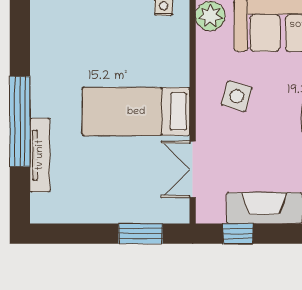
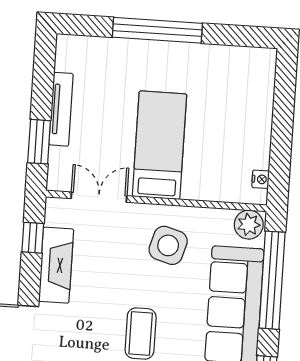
side table: (237, 96) -> (168, 245), width x1.37, depth x1.37
tv unit: (40, 155) -> (61, 109), moved, turned -90

